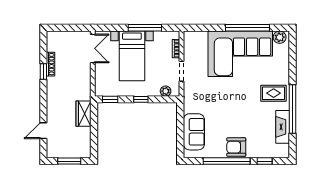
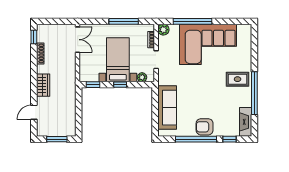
window: (248, 28) -> (192, 21), moved
plant: (280, 37) -> (163, 30), moved
bed with nightstands: (132, 56) -> (118, 60), moved, turned 180
window: (43, 71) -> (34, 37), moved
wardrobe: (83, 114) -> (43, 85), moved, turned 180
fireplace: (283, 127) -> (246, 122), moved
sofa: (194, 132) -> (167, 108), width x1.36

